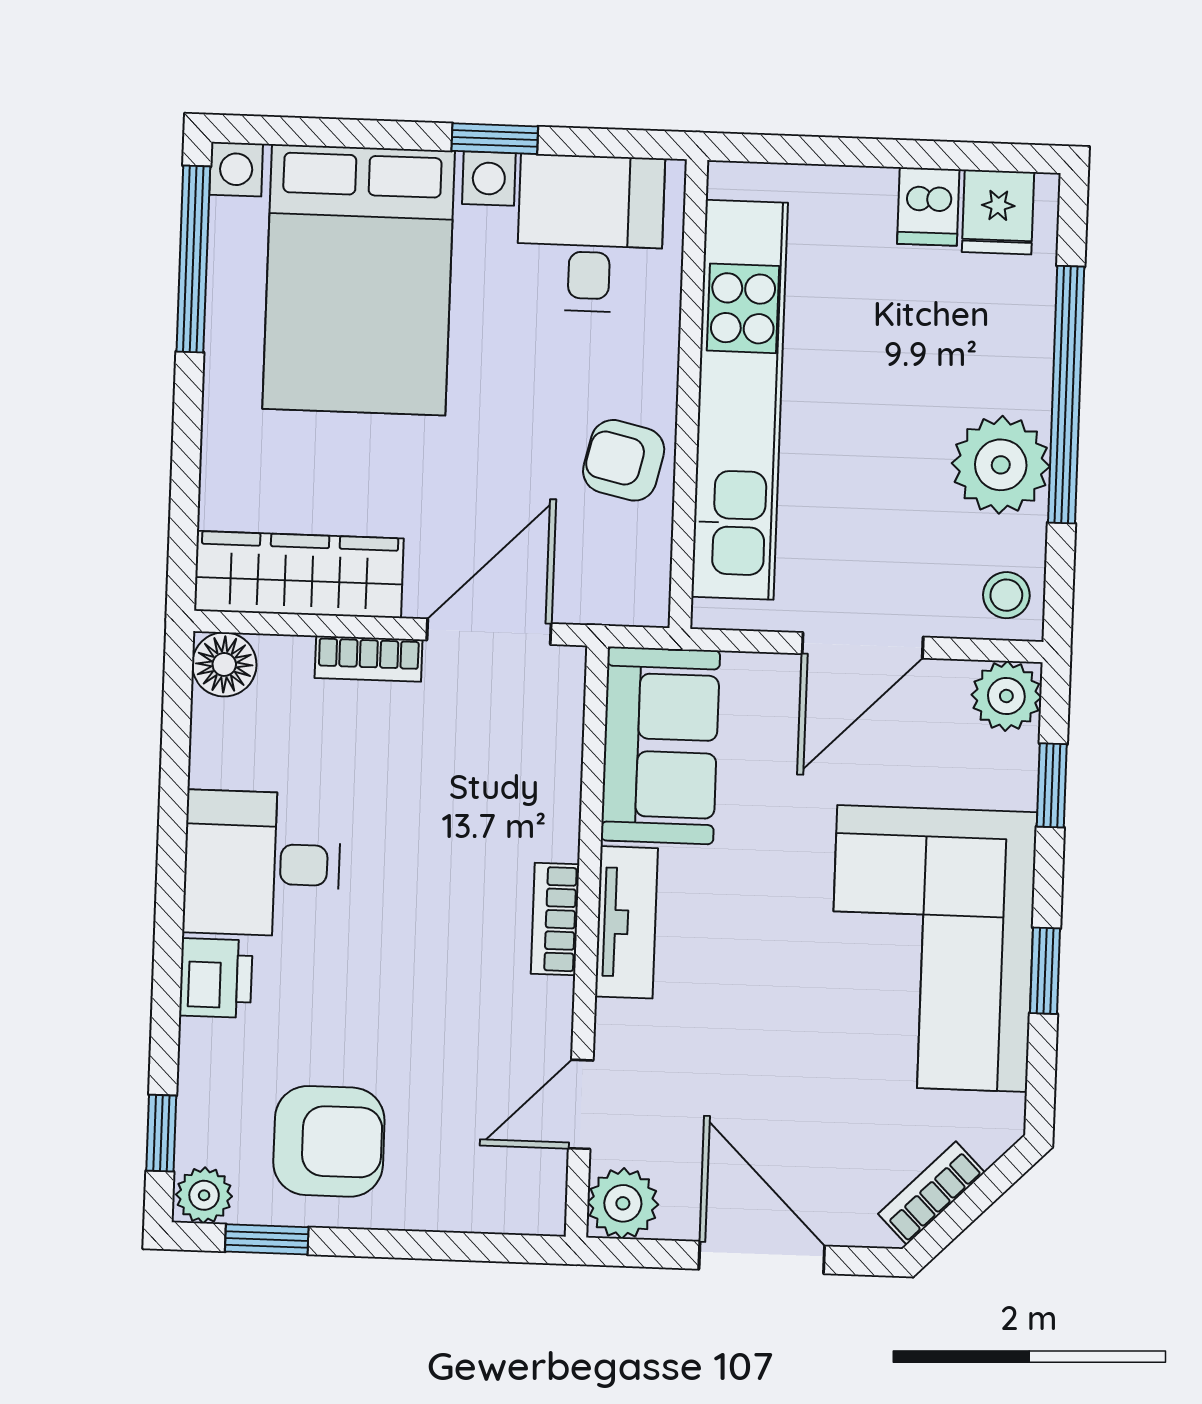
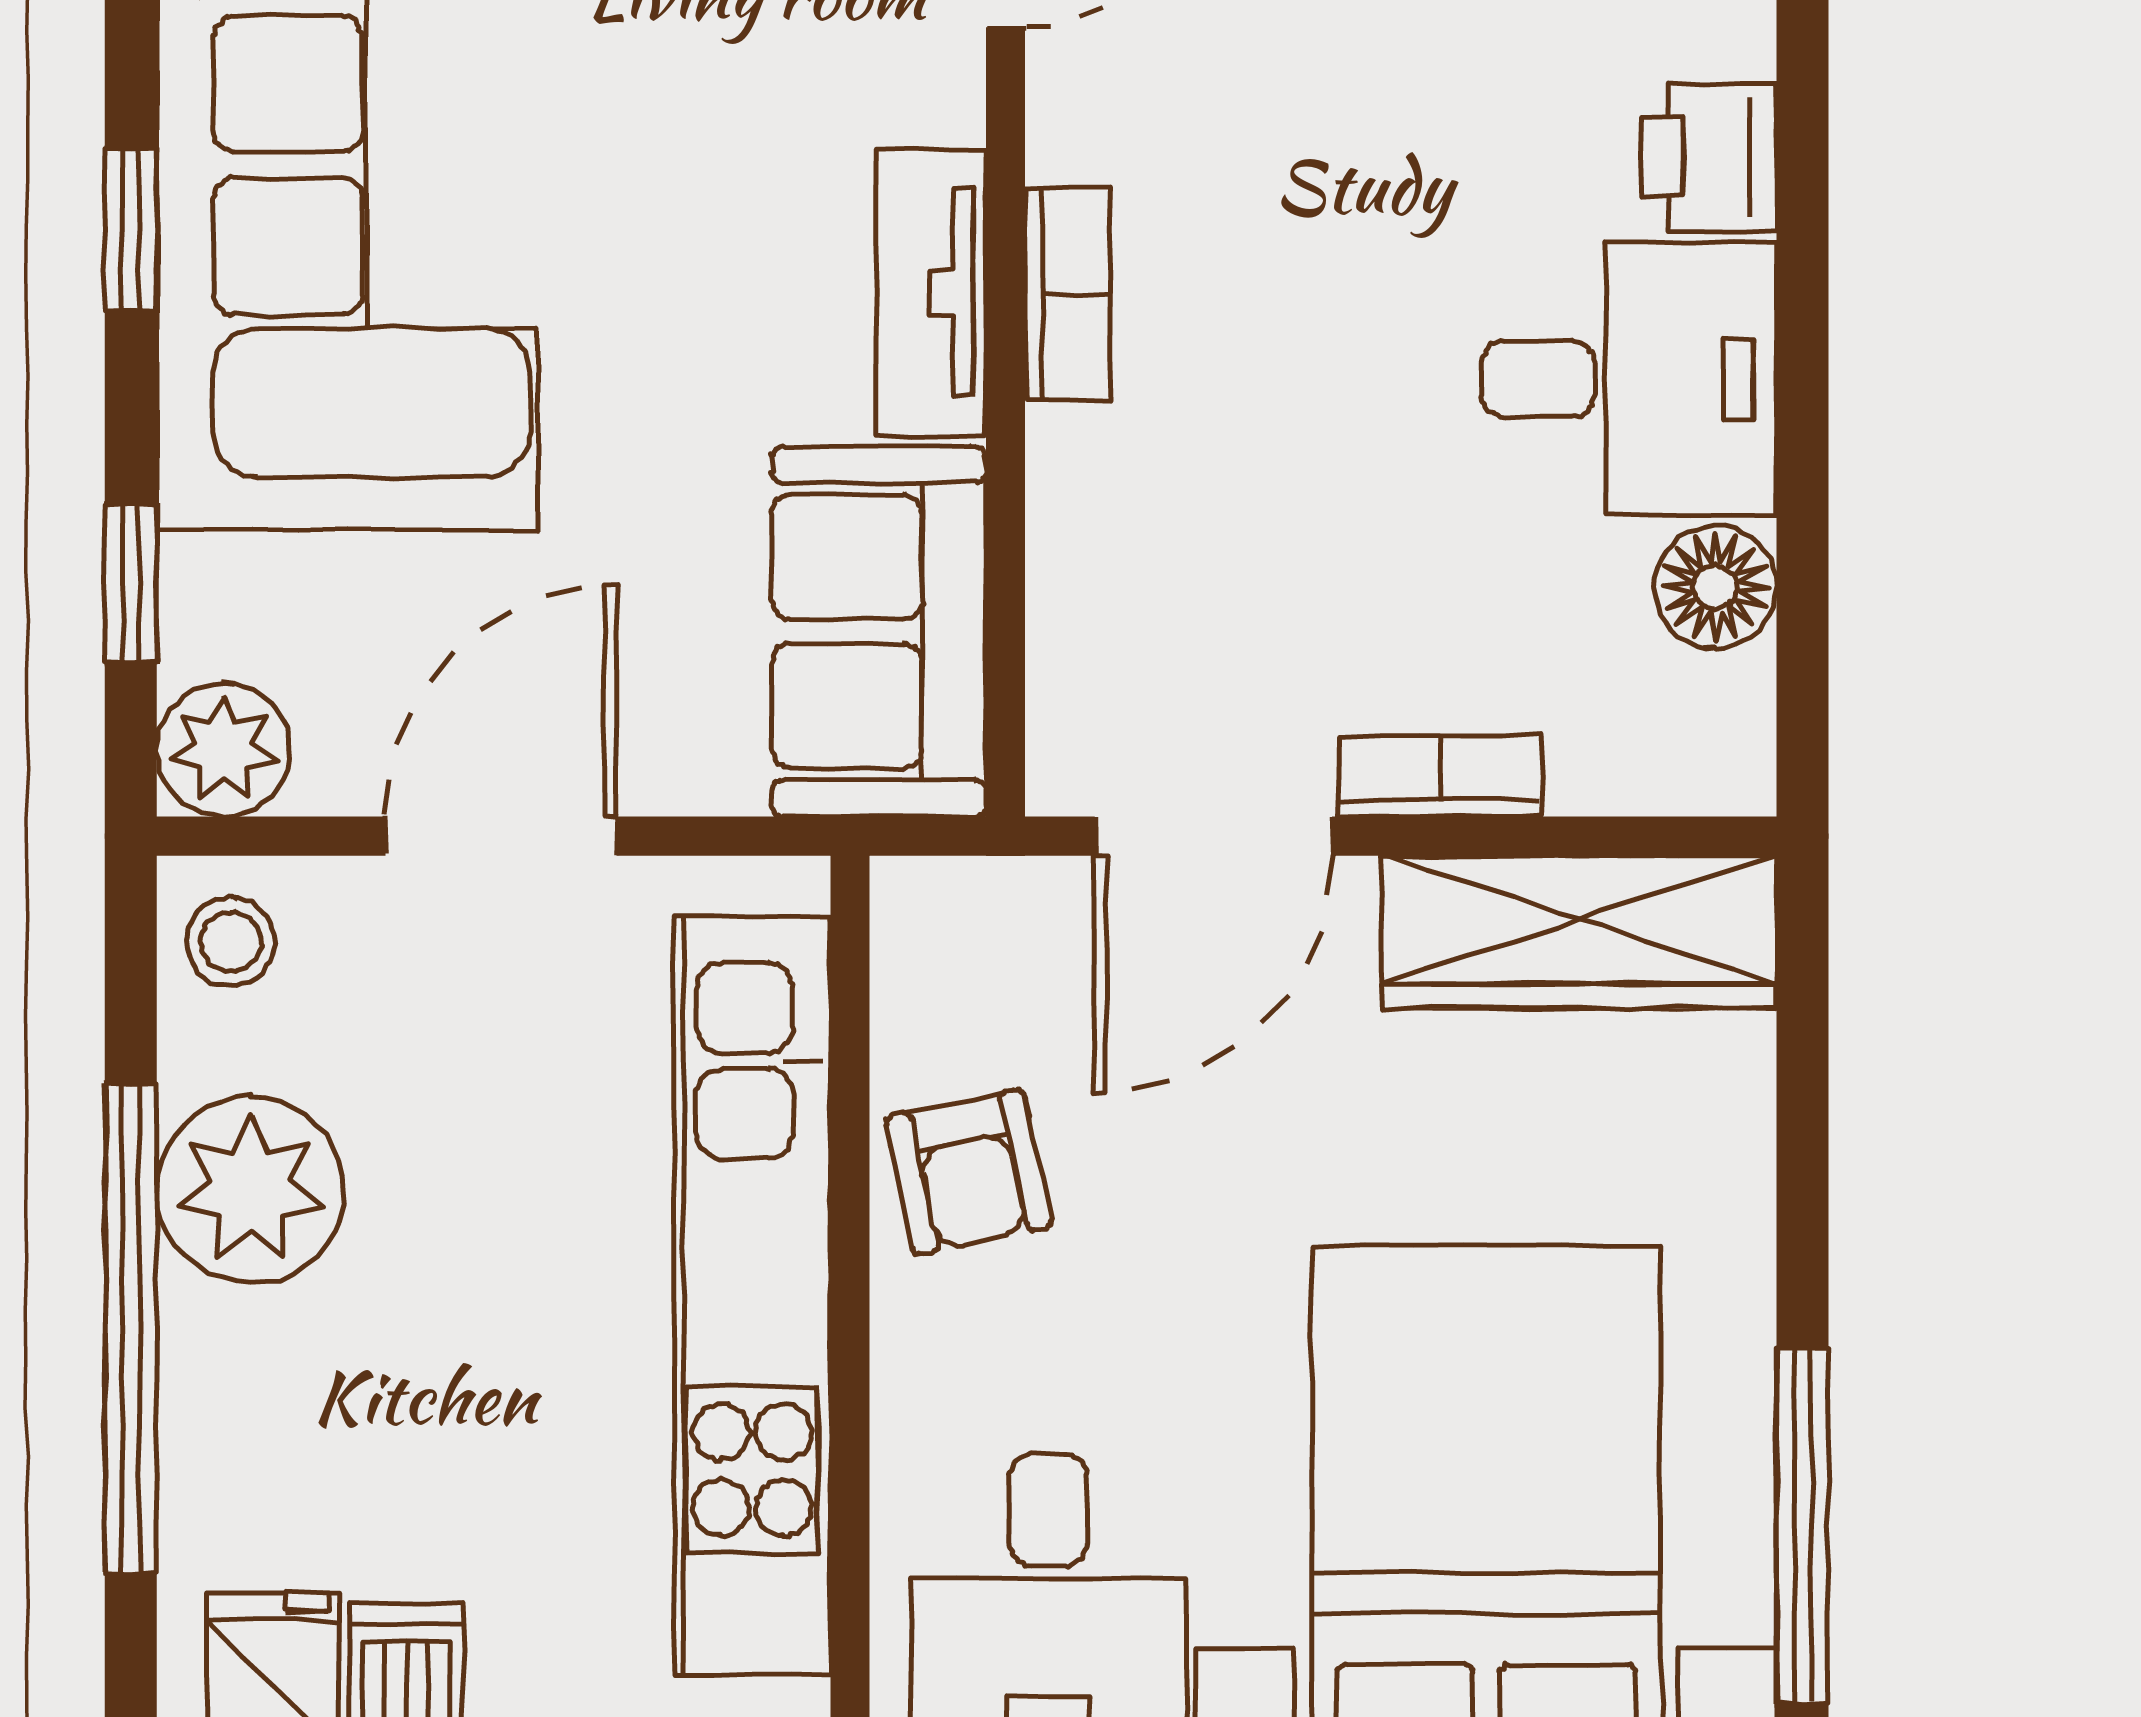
armchair: (624, 460) -> (969, 1172), turned 65
floor lamp: (224, 664) -> (1715, 587), moved

